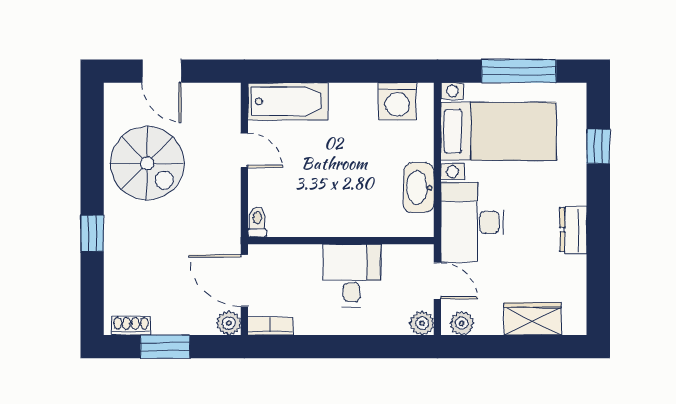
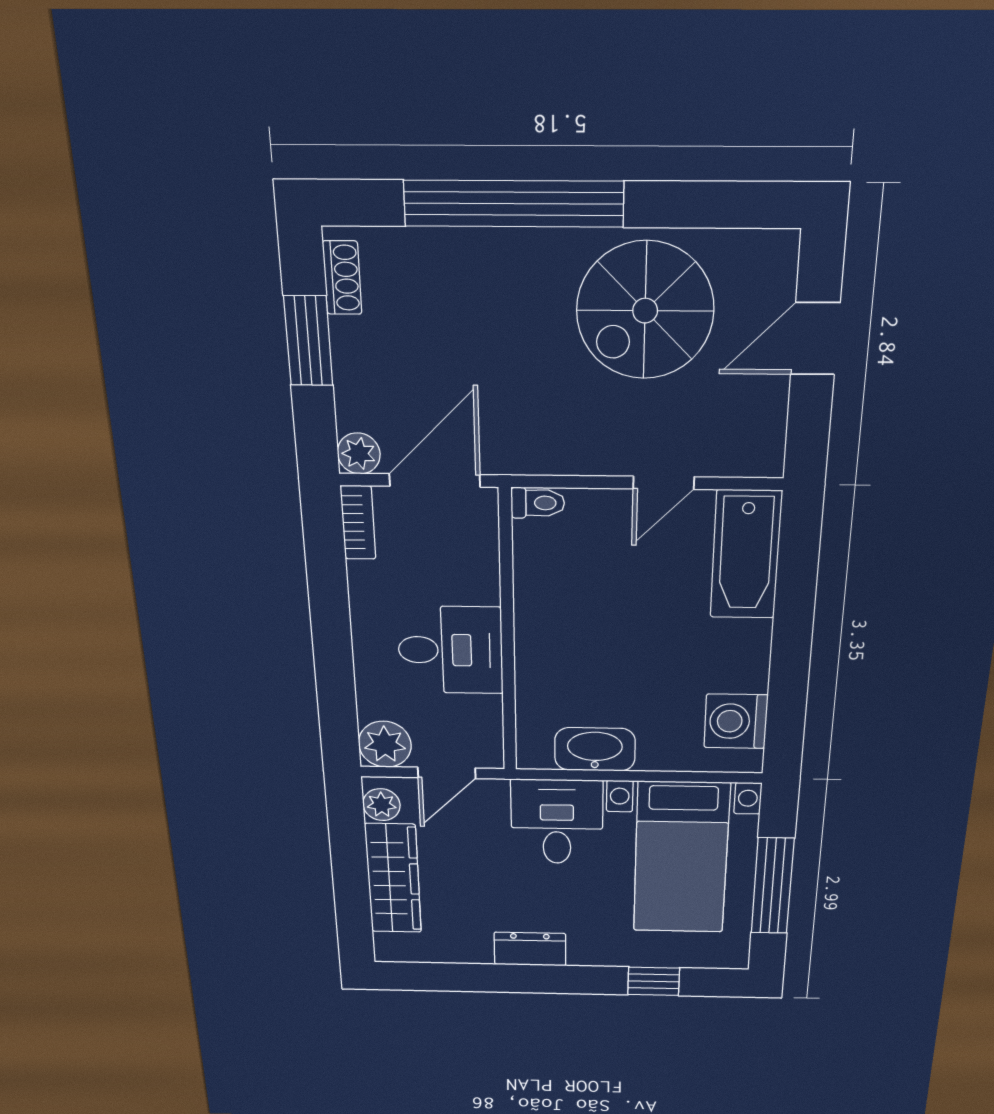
desk: (472, 222) -> (557, 822), width x0.73
window: (92, 233) -> (514, 204), width x3.17
wardrobe: (533, 319) -> (393, 879), width x1.50
plant: (422, 323) -> (385, 744), width x1.38, depth x1.38

